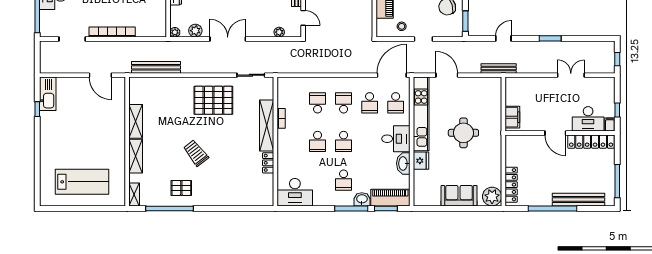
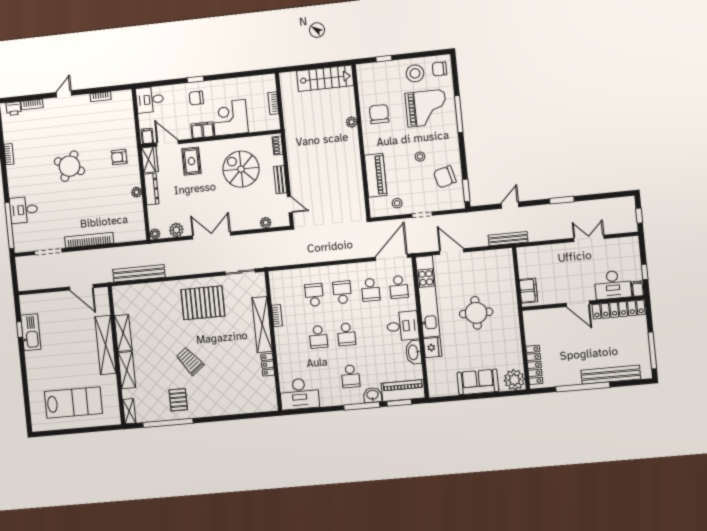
kitchen sink: (48, 94) -> (31, 332), moved
shelving: (118, 131) -> (106, 345), added
pallet: (181, 188) -> (178, 400), turned 90

